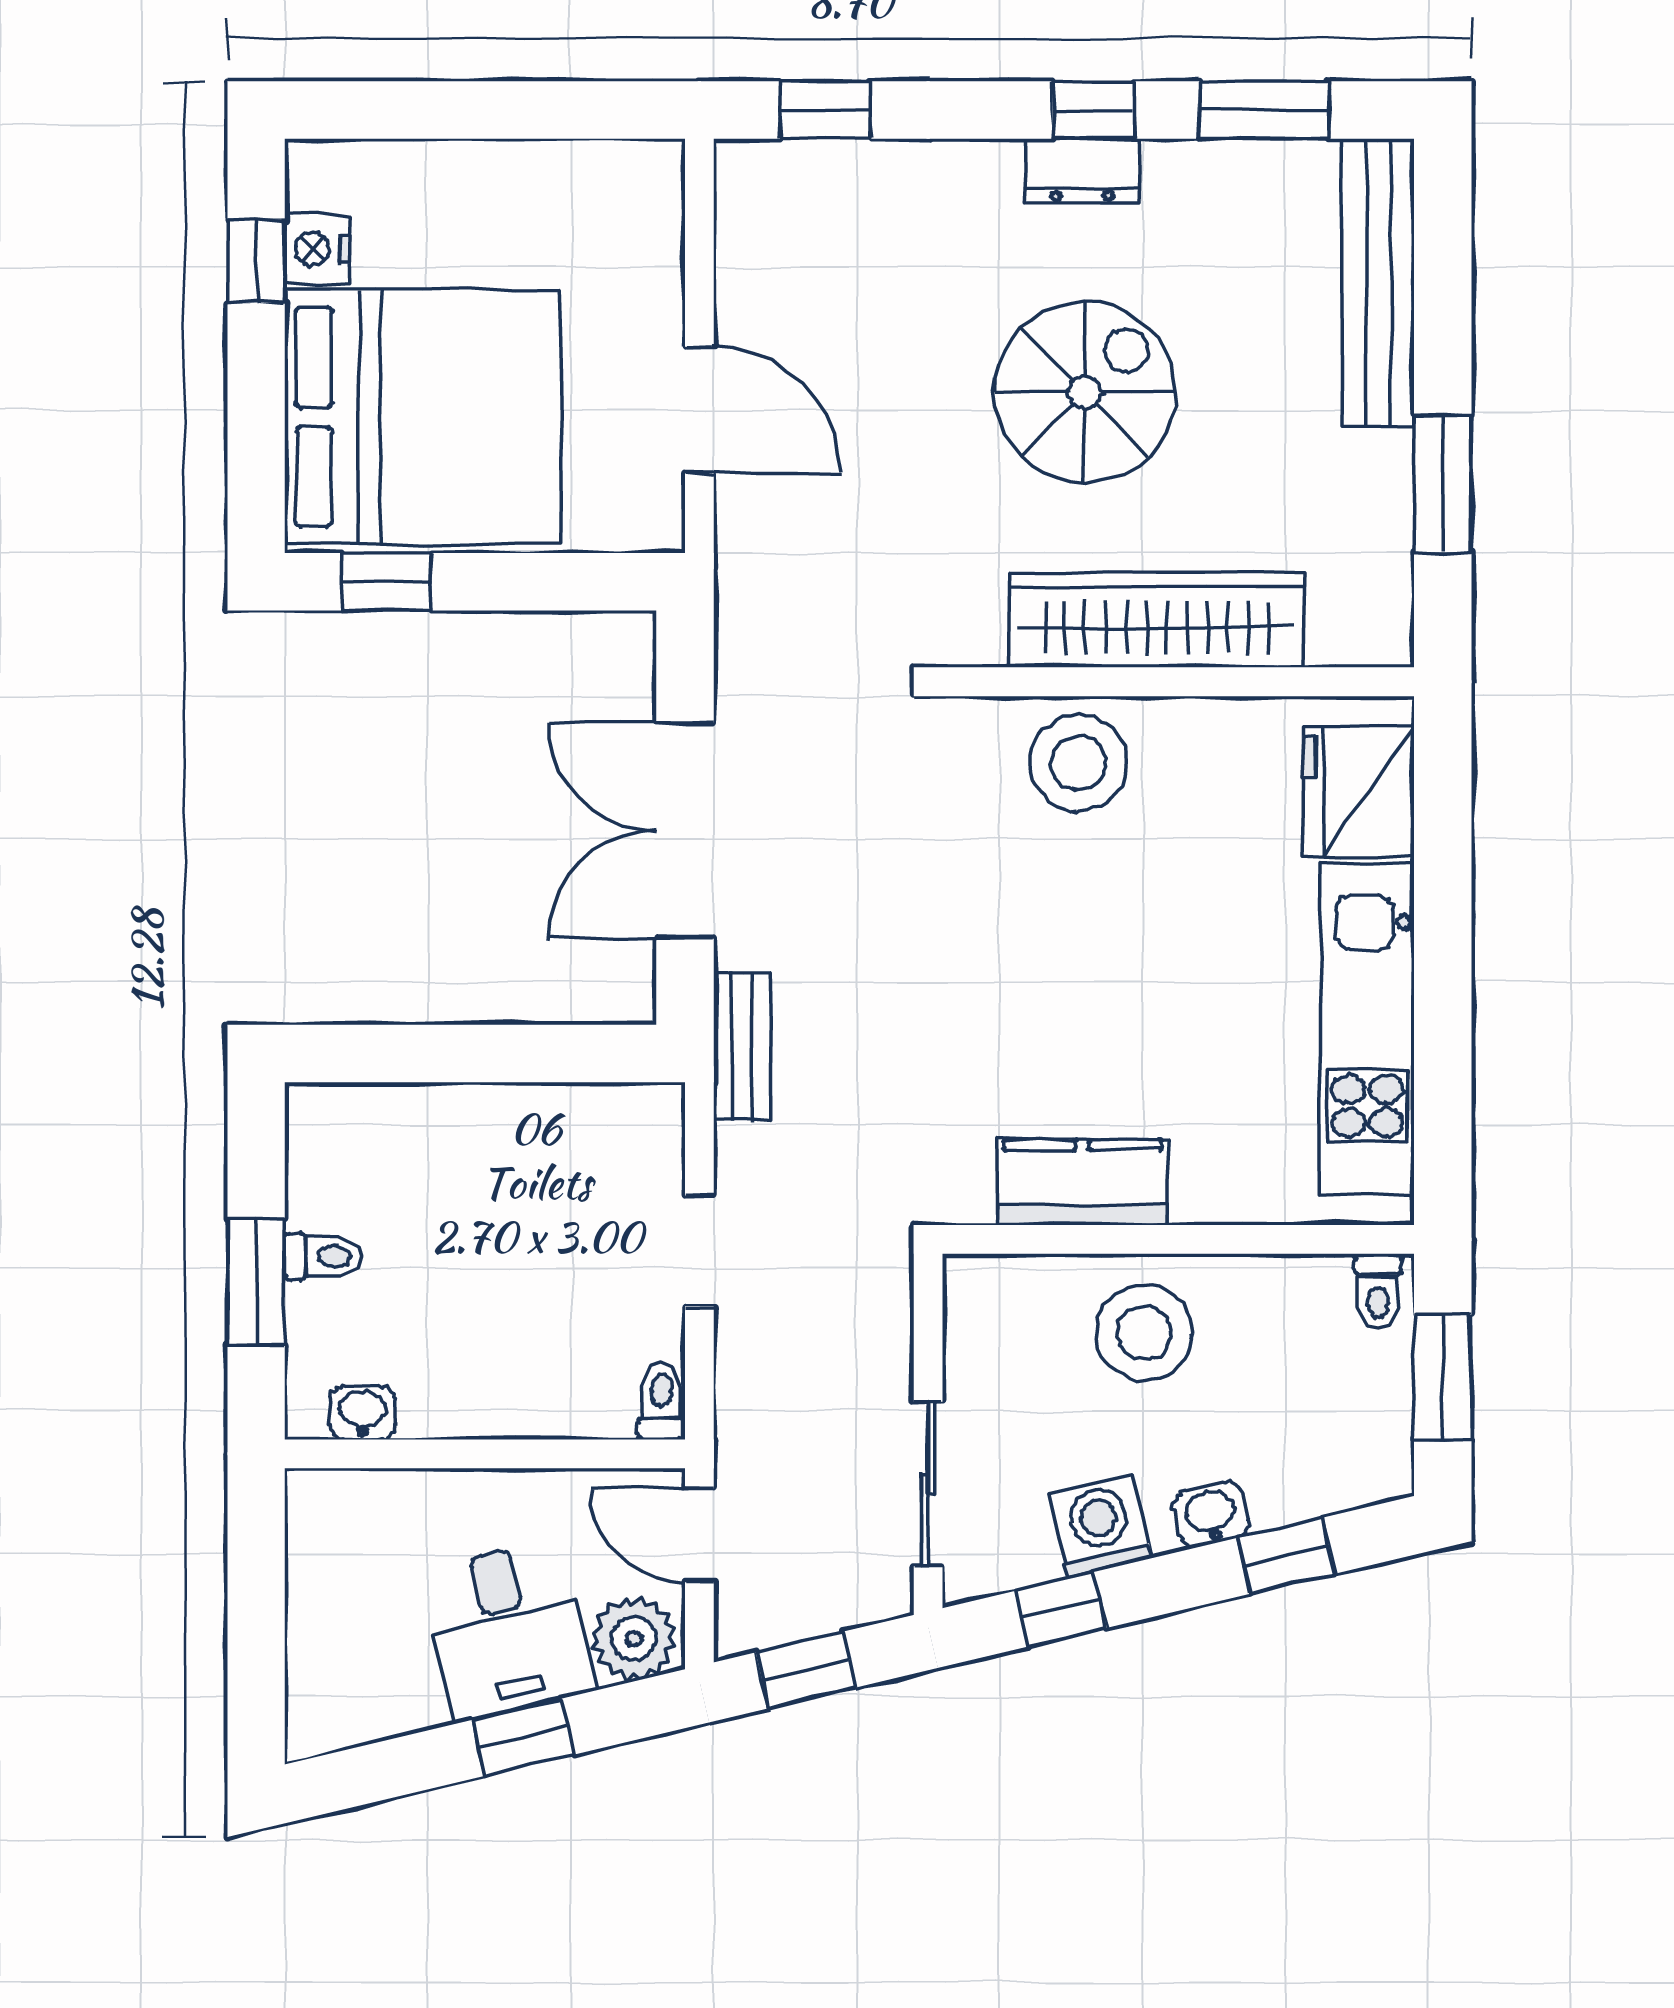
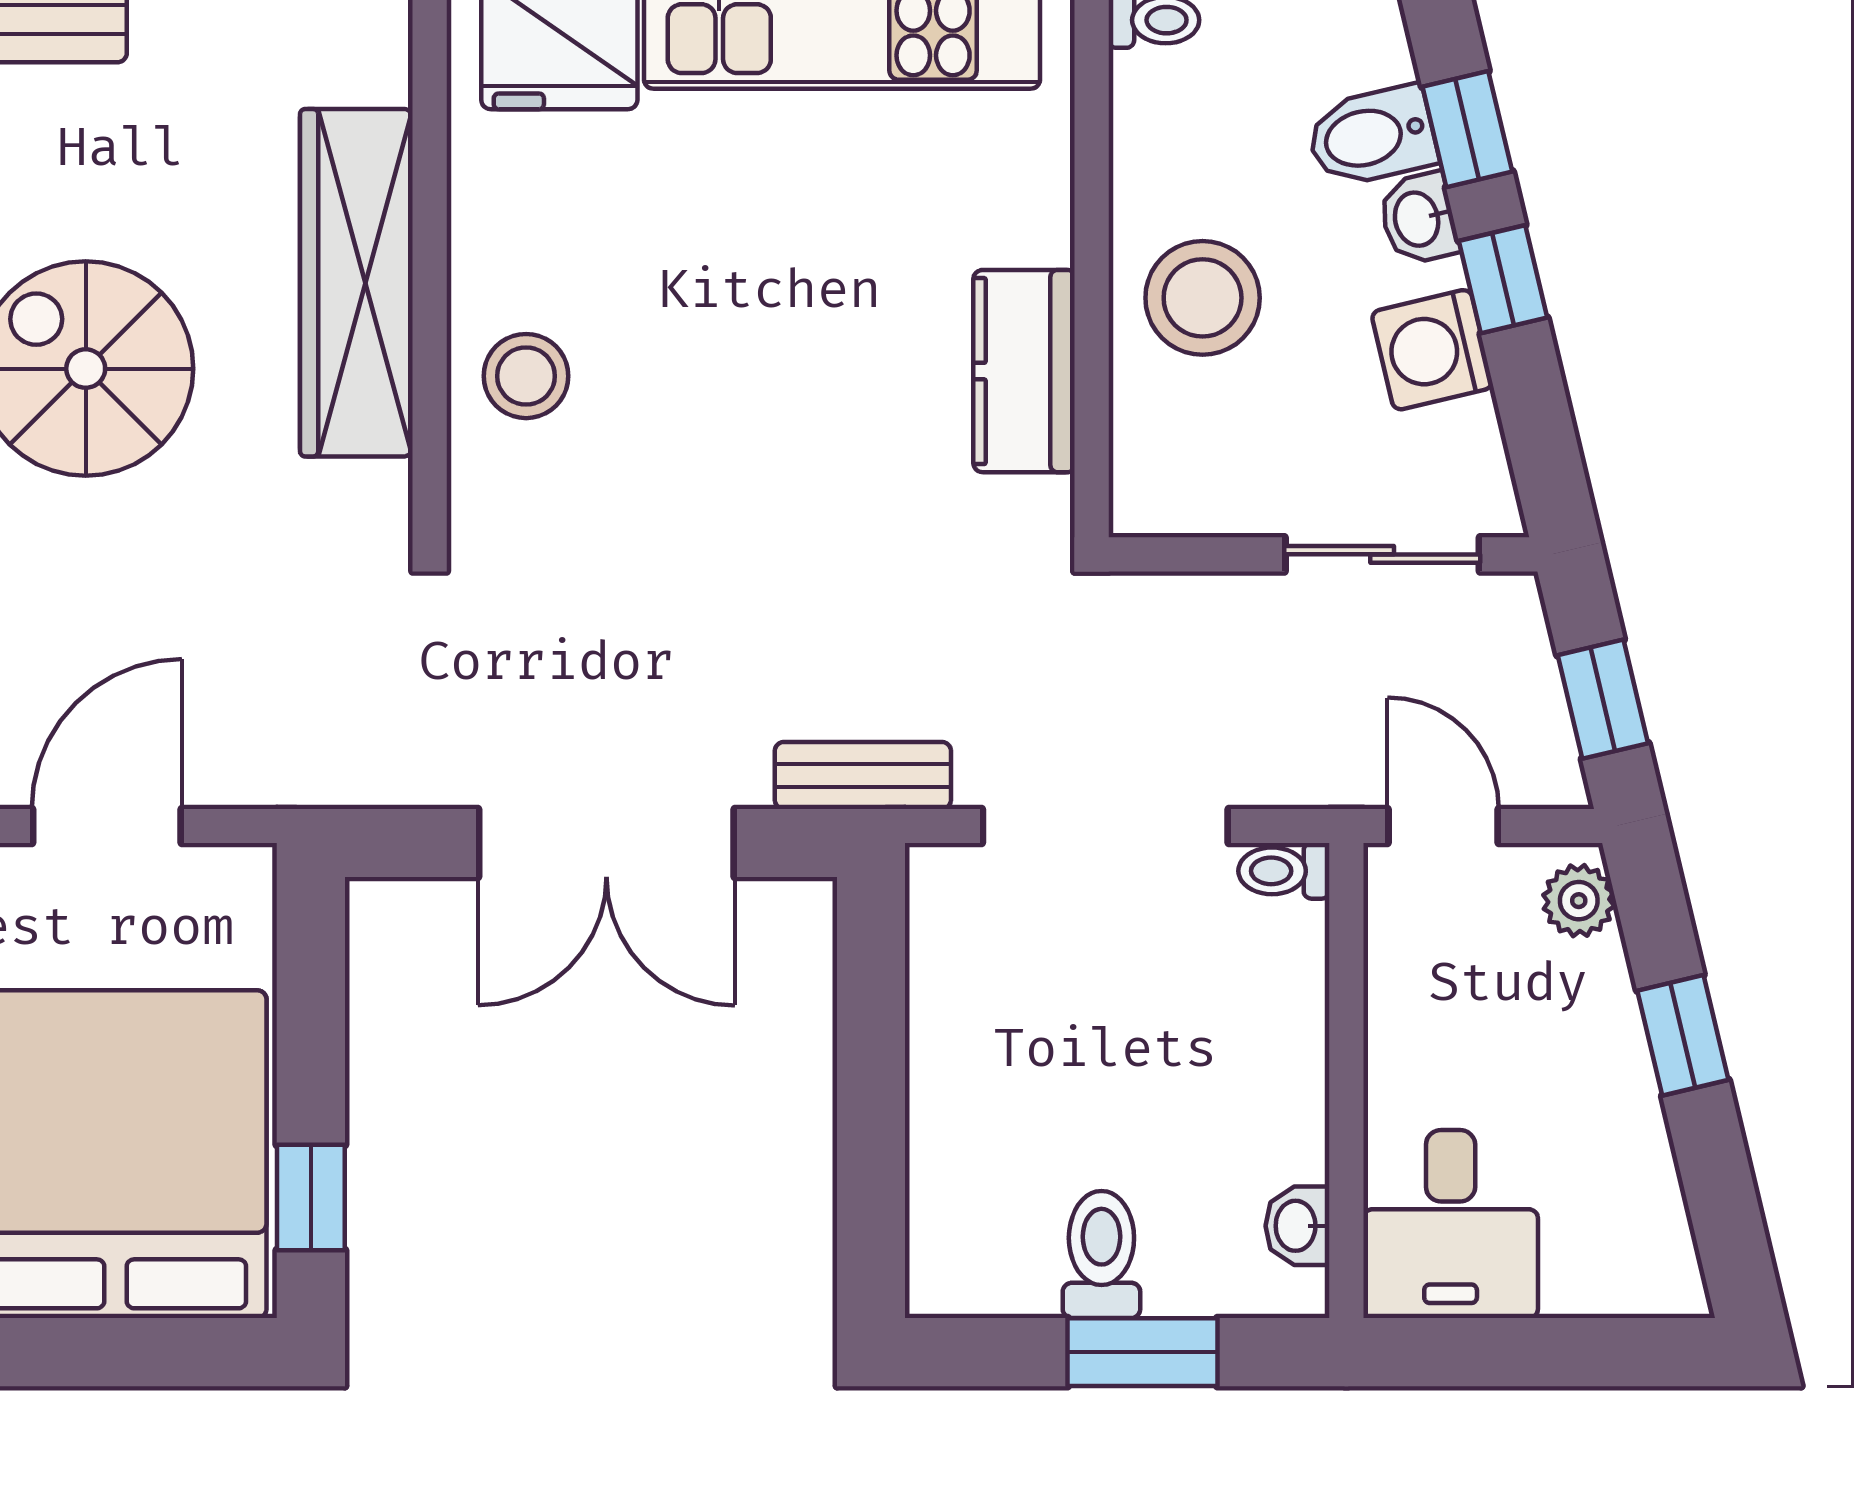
stool: (1078, 763) -> (526, 376), width x0.73, depth x0.73
doorway: (699, 1251) -> (1105, 826), width x1.87
toilet: (323, 1256) -> (1101, 1255), width x1.37, depth x1.39
bidet: (1280, 1475) -> (1372, 136), added
door: (699, 1535) -> (1443, 826), swing flipped
window: (1061, 1609) -> (1503, 279), moved
desk: (507, 1630) -> (1451, 1224), moved, turned 103
plant: (634, 1638) -> (1579, 901), width x0.73, depth x0.73

